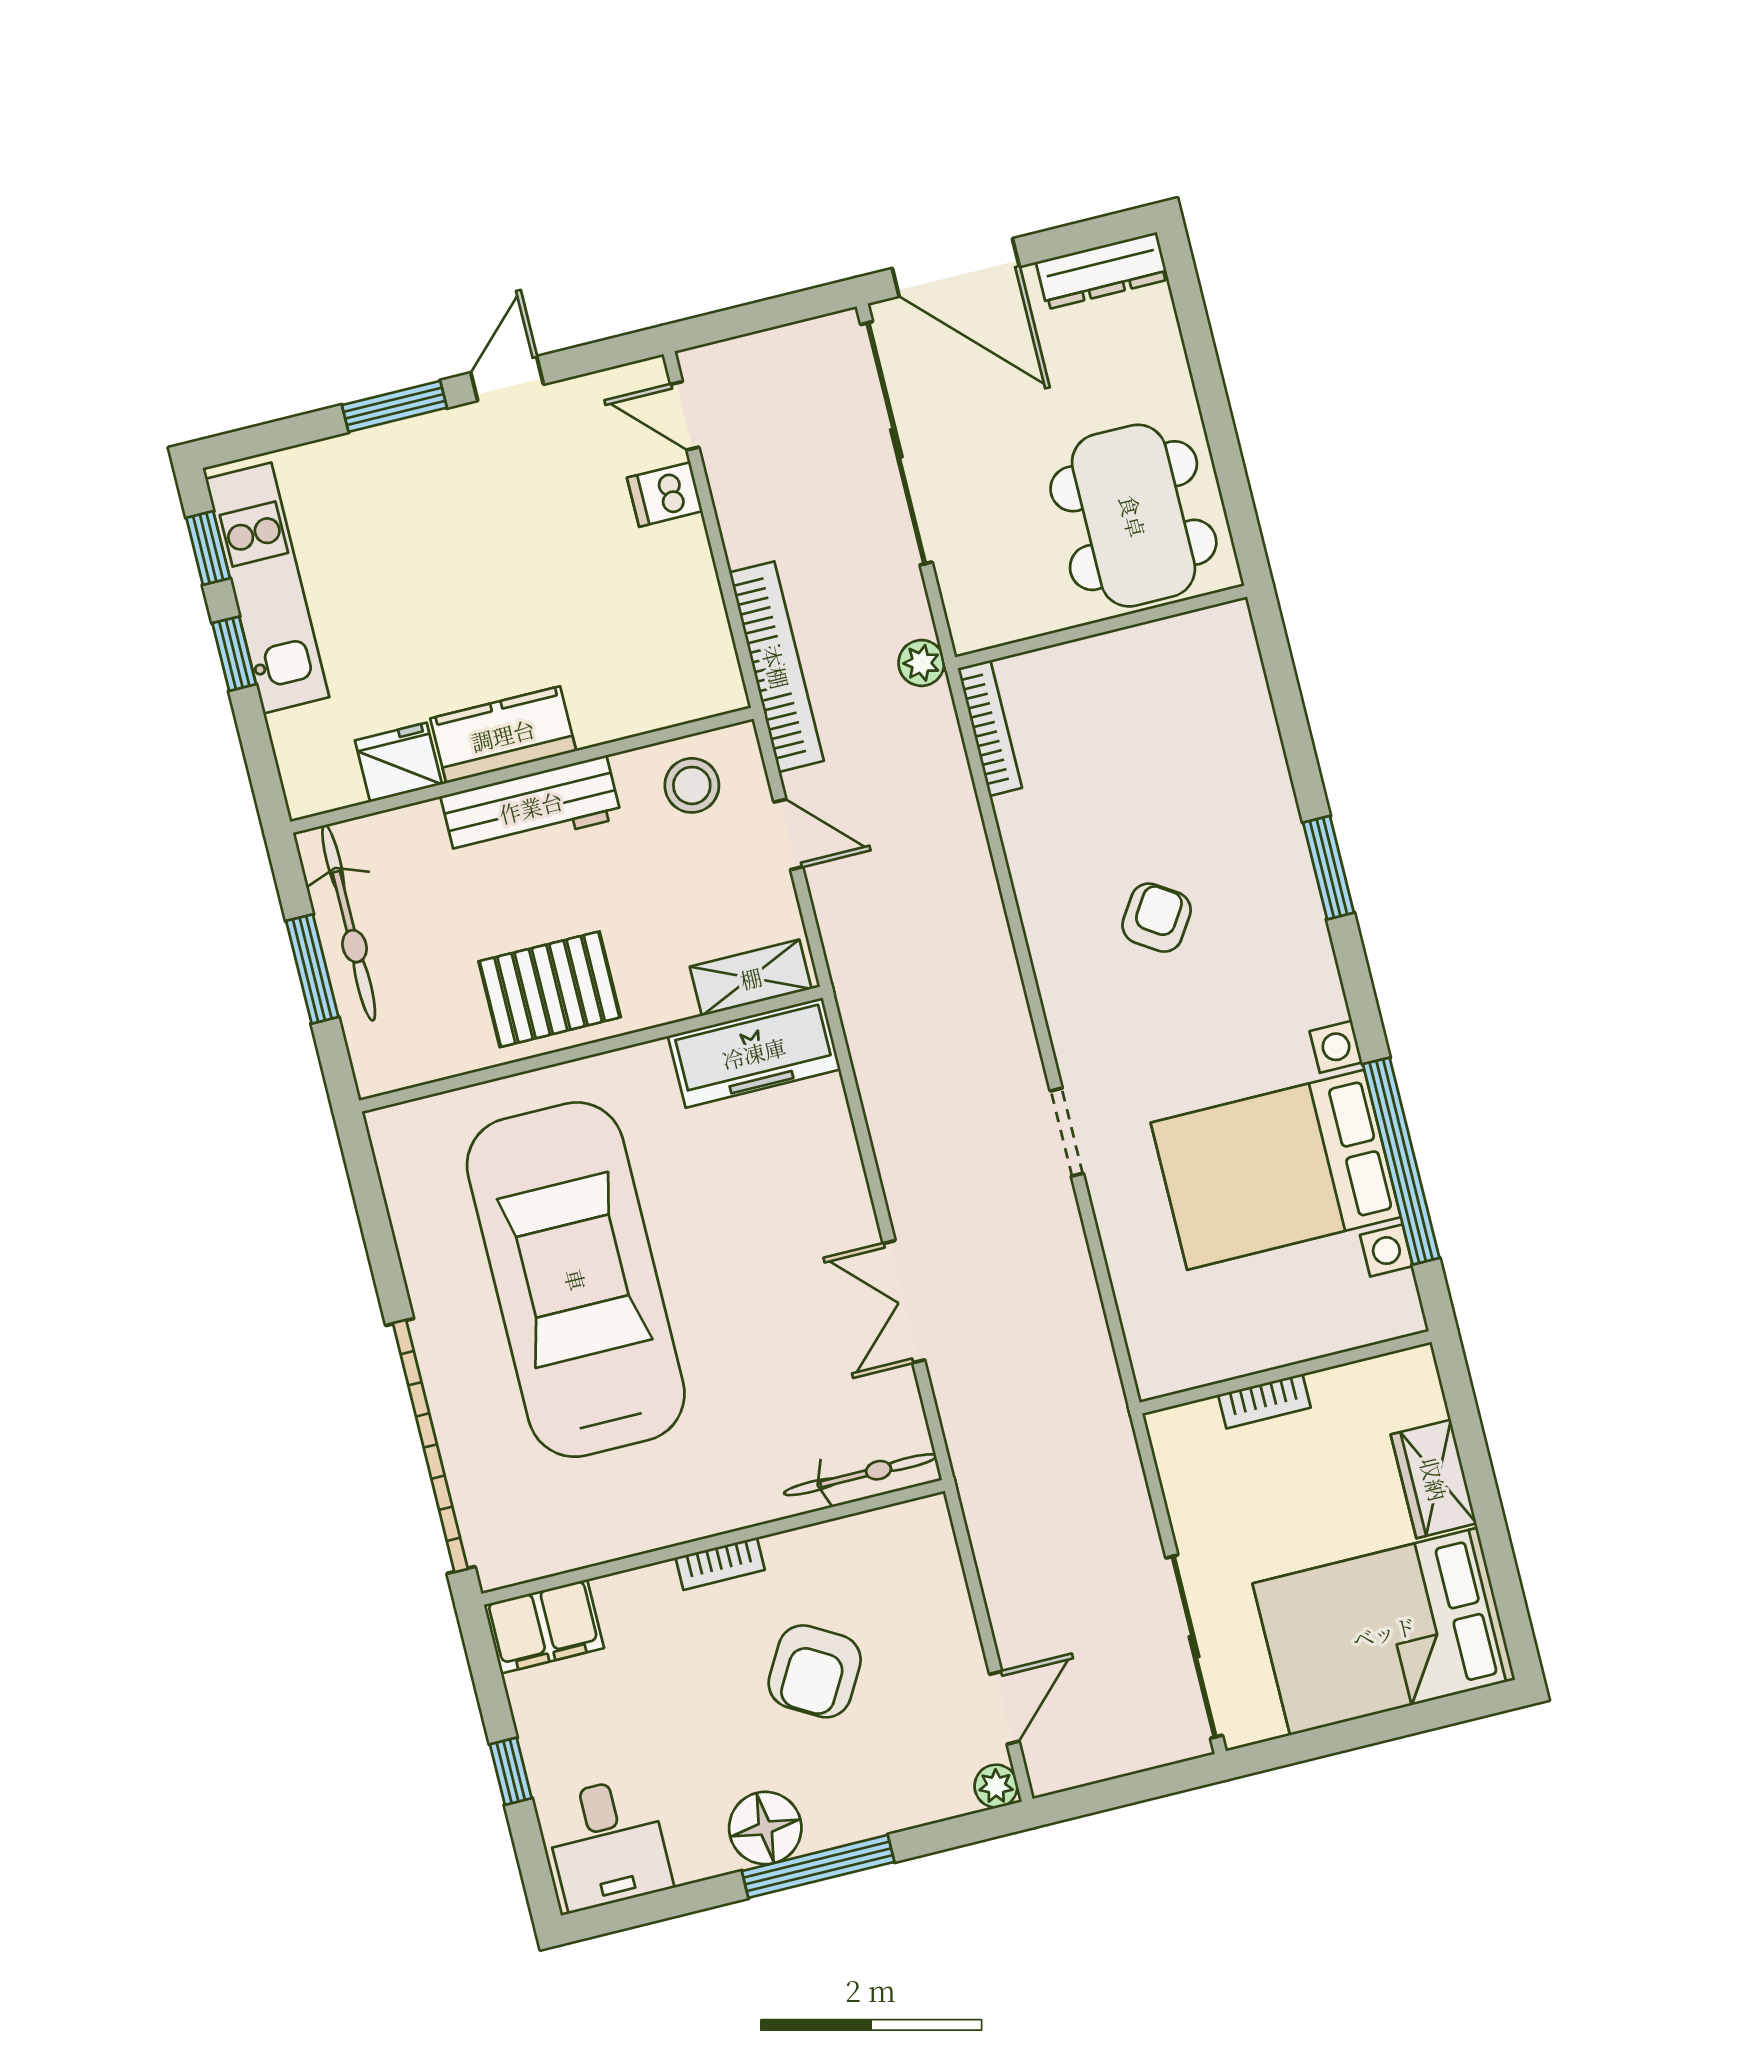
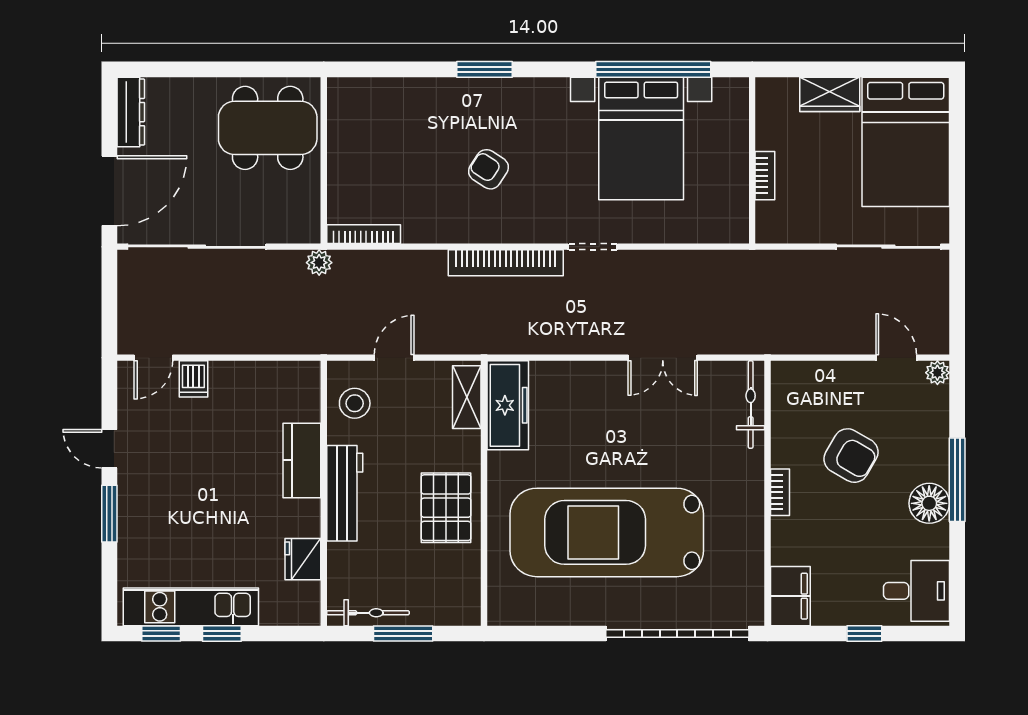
bookcase: (776, 667) -> (506, 263), moved, turned 180
kitchen counter: (503, 735) -> (302, 460), moved
bicycle: (349, 923) -> (368, 613), width x0.73, depth x0.71

